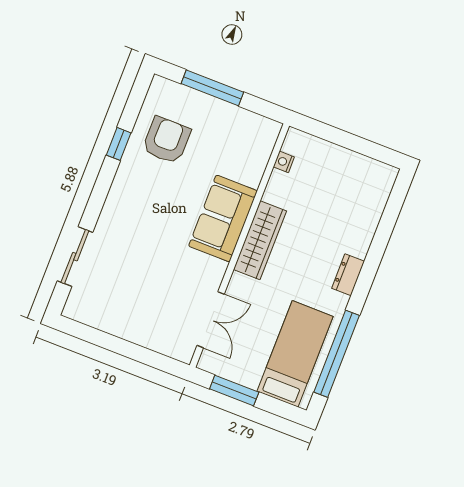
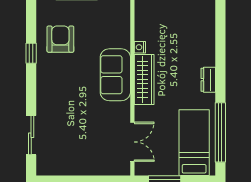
nightstand: (284, 162) -> (140, 47), moved

